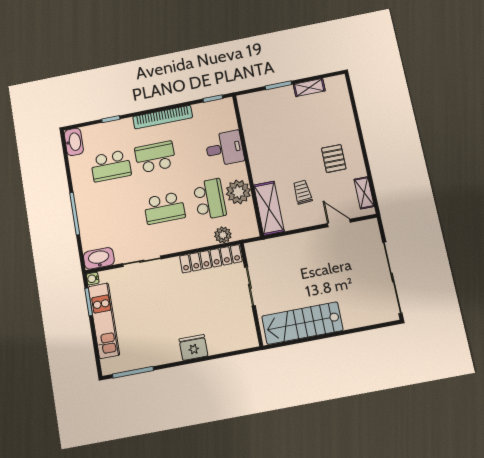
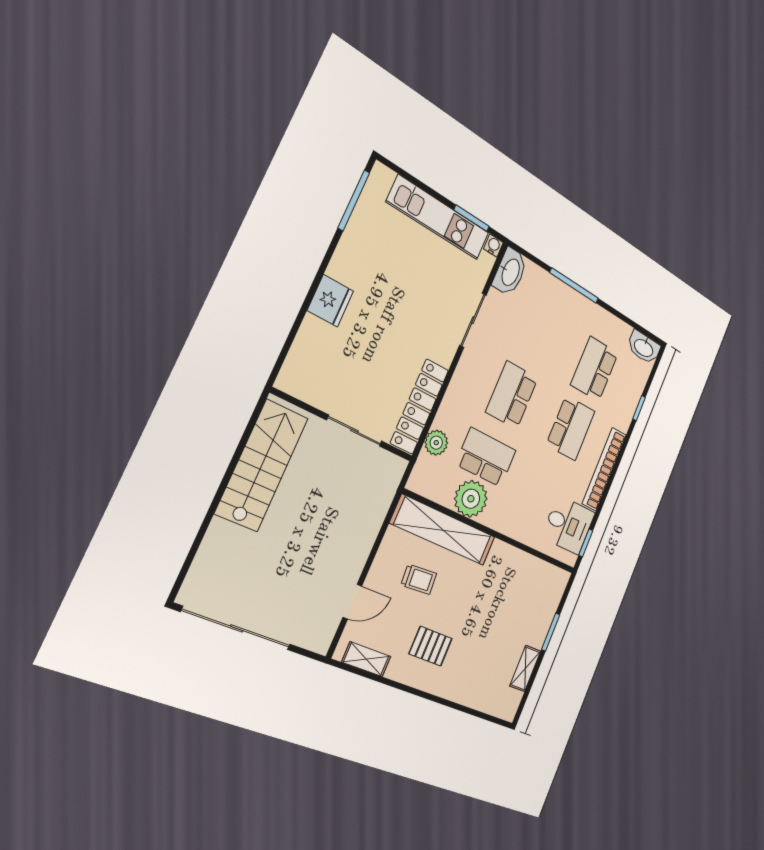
desk: (225, 148) -> (568, 525), moved, turned -90
school desk: (210, 199) -> (486, 457), turned 180
shelving: (269, 208) -> (443, 530), width x1.47

